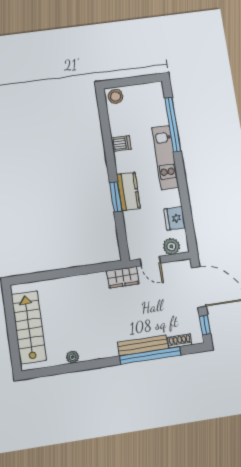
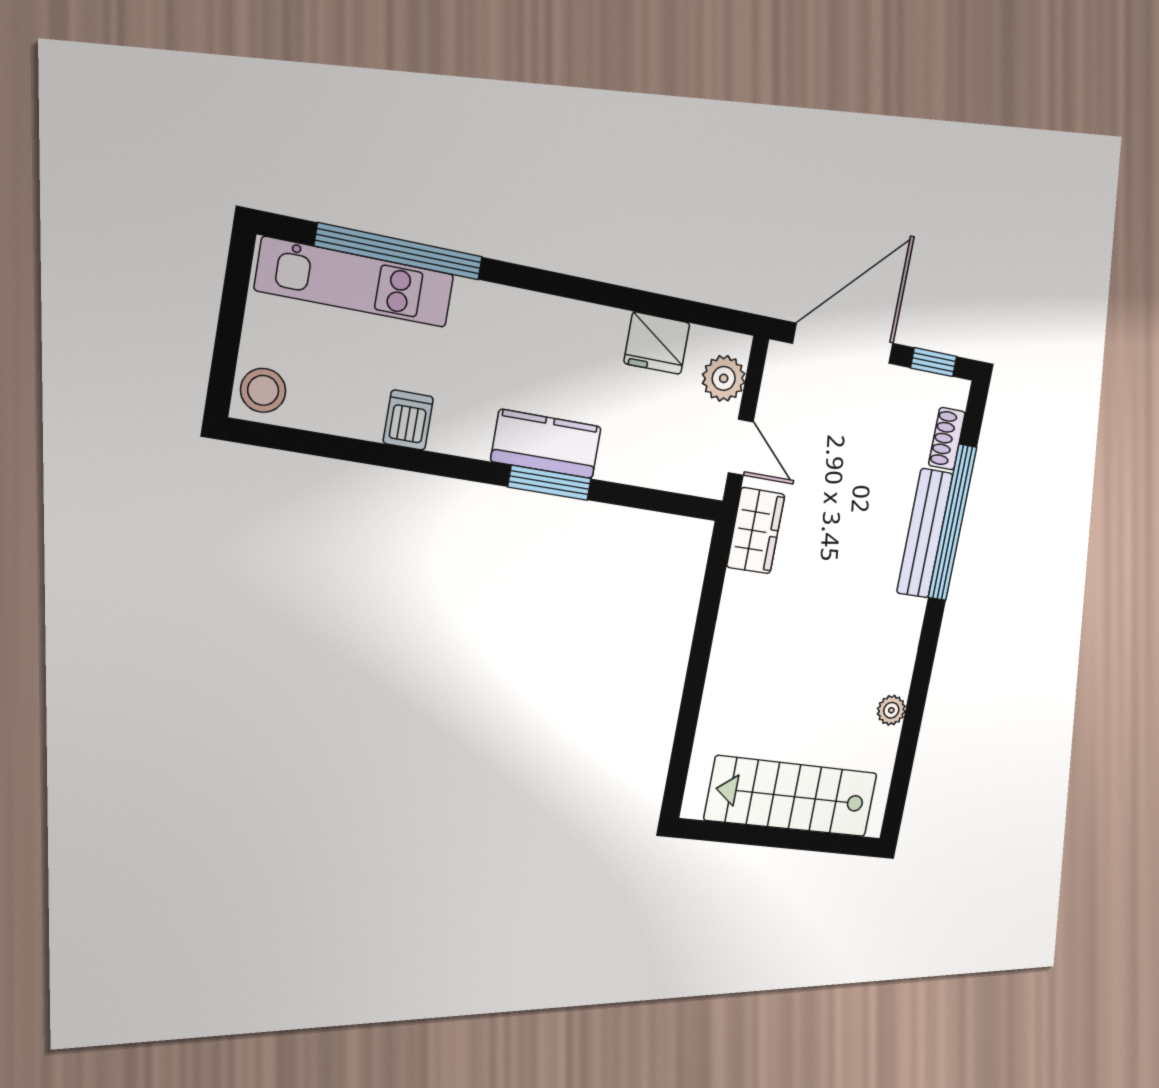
kitchen unit: (165, 158) -> (355, 282), moved
door: (150, 261) -> (741, 447), hinge flipped

